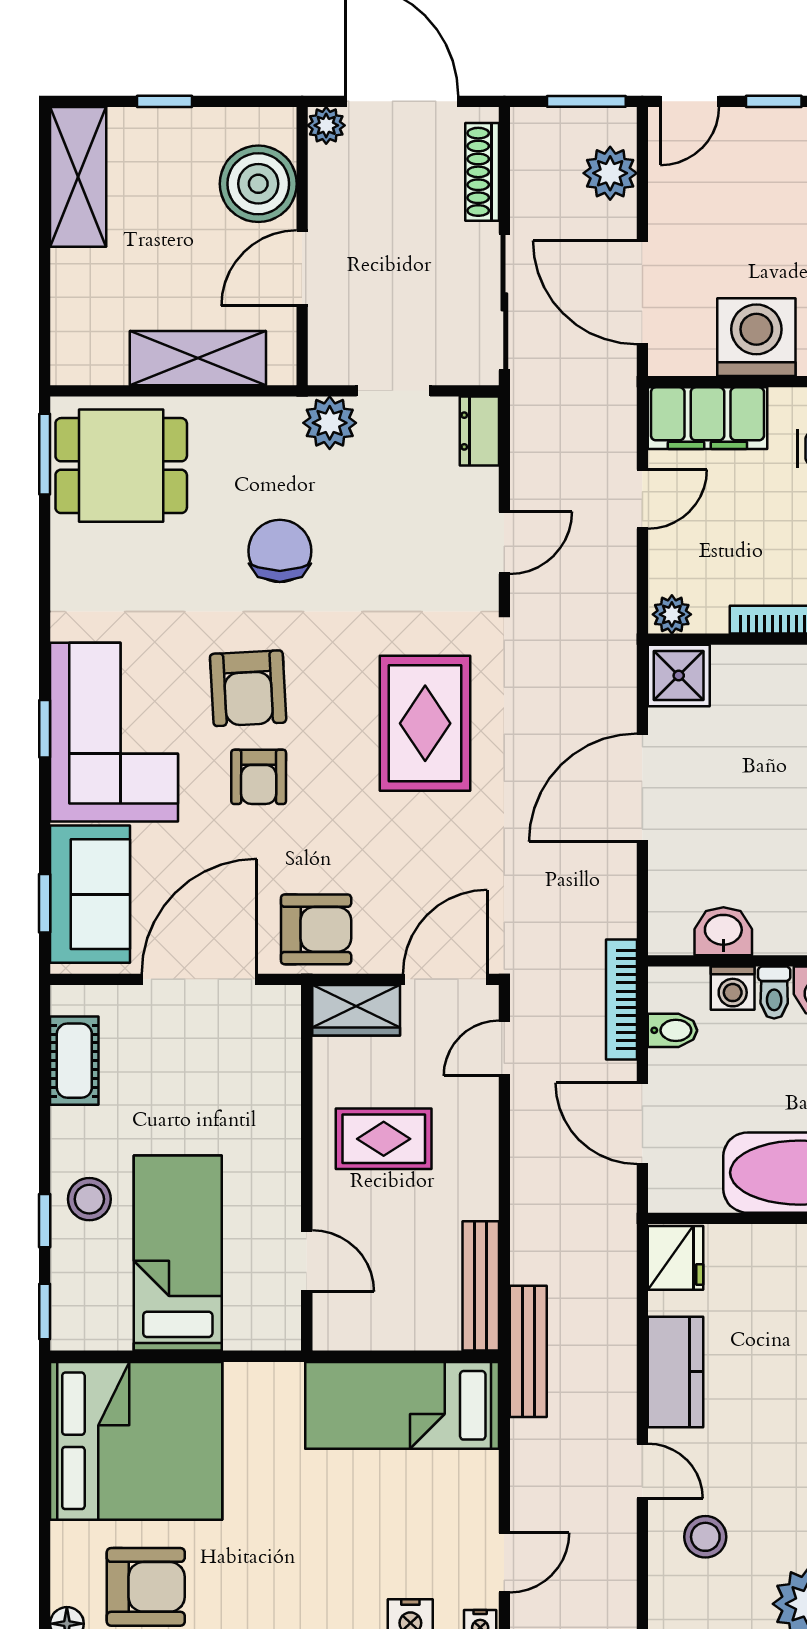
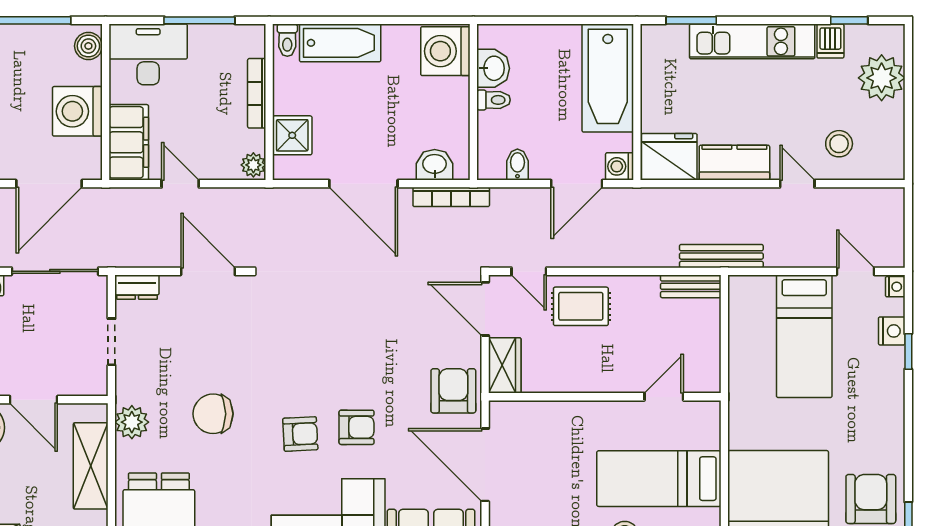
plant: (330, 423) -> (132, 422), moved
door: (504, 543) -> (208, 271), width x1.38
shower: (679, 676) -> (292, 135), moved
armchair: (248, 688) -> (300, 434), width x0.72, depth x0.72
rug: (425, 723) -> (323, 322), removed
washbasin: (723, 931) -> (435, 165), moved, turned 90
washing machine: (733, 988) -> (620, 166), moved, turned 180
bookcase: (621, 999) -> (451, 197), moved
rug: (384, 1139) -> (581, 306), moved, turned 90
fridge: (675, 1258) -> (669, 157), width x1.36, depth x1.34
bench: (481, 1286) -> (691, 286), width x0.73
bed: (402, 1405) -> (804, 336), moved
door: (642, 1471) -> (797, 184), hinge flipped

